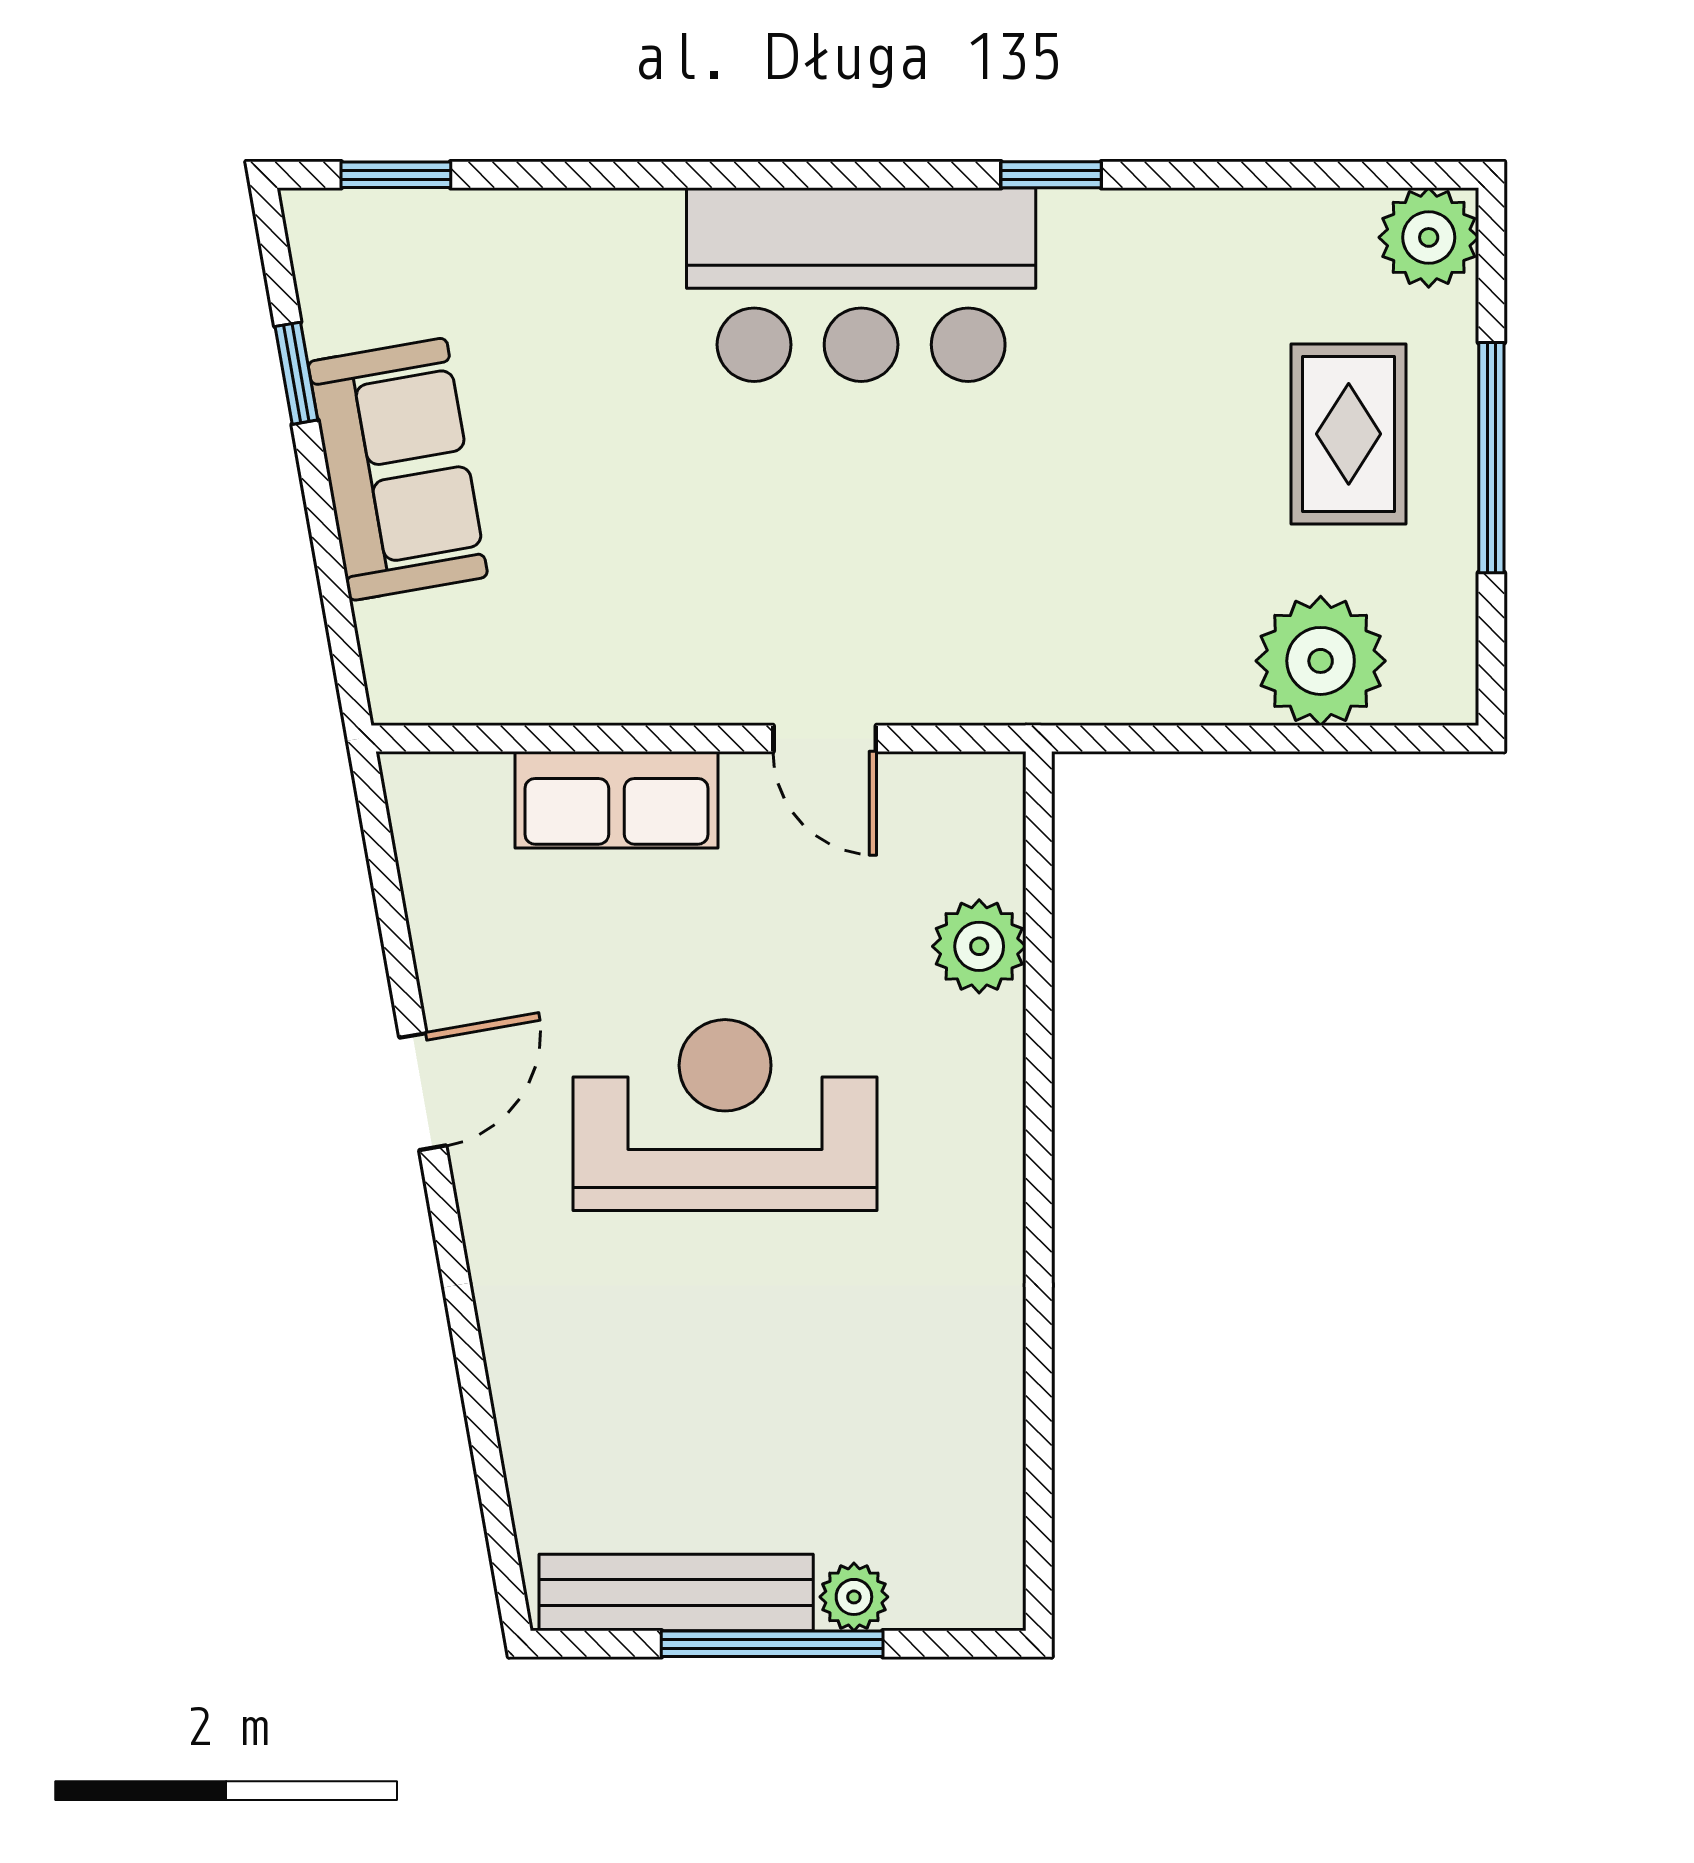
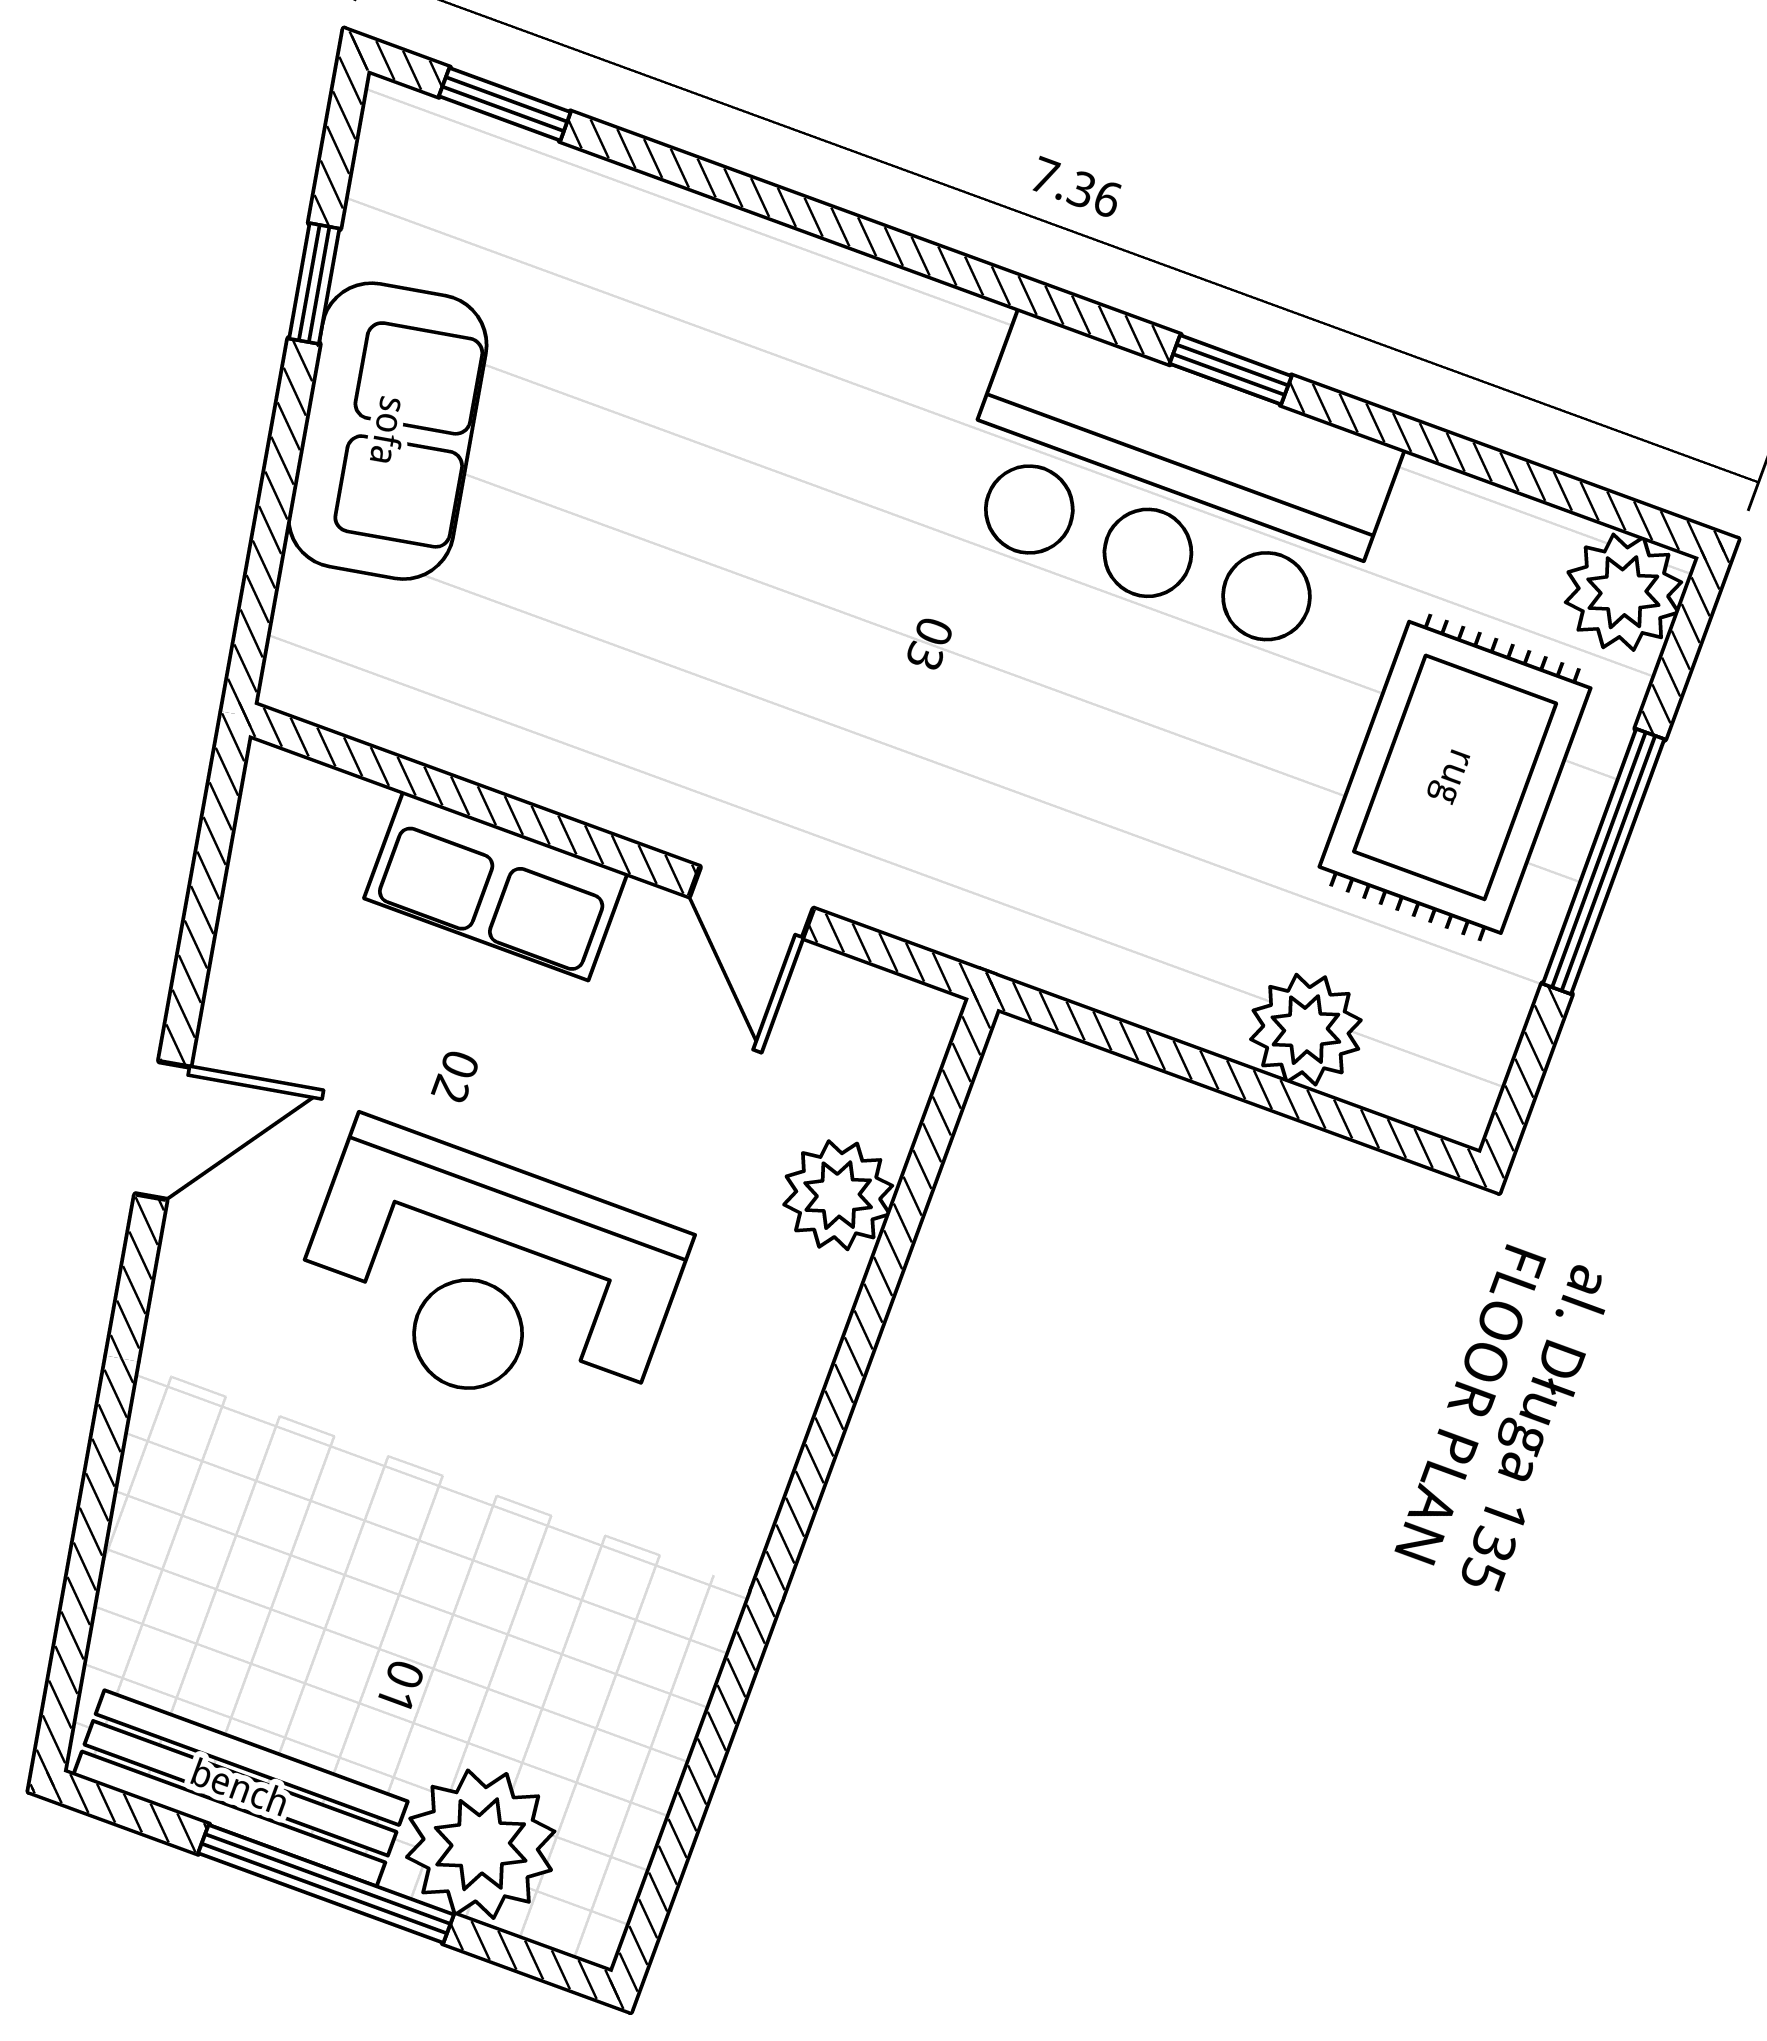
bar counter: (861, 285) -> (1172, 486), moved
rug: (1349, 434) -> (1455, 777), width x1.36, depth x1.43
plant: (1321, 661) -> (1306, 1030), width x0.73, depth x0.73
reception desk: (725, 1115) -> (488, 1279), turned 180
plant: (854, 1597) -> (481, 1844), width x1.88, depth x1.88

